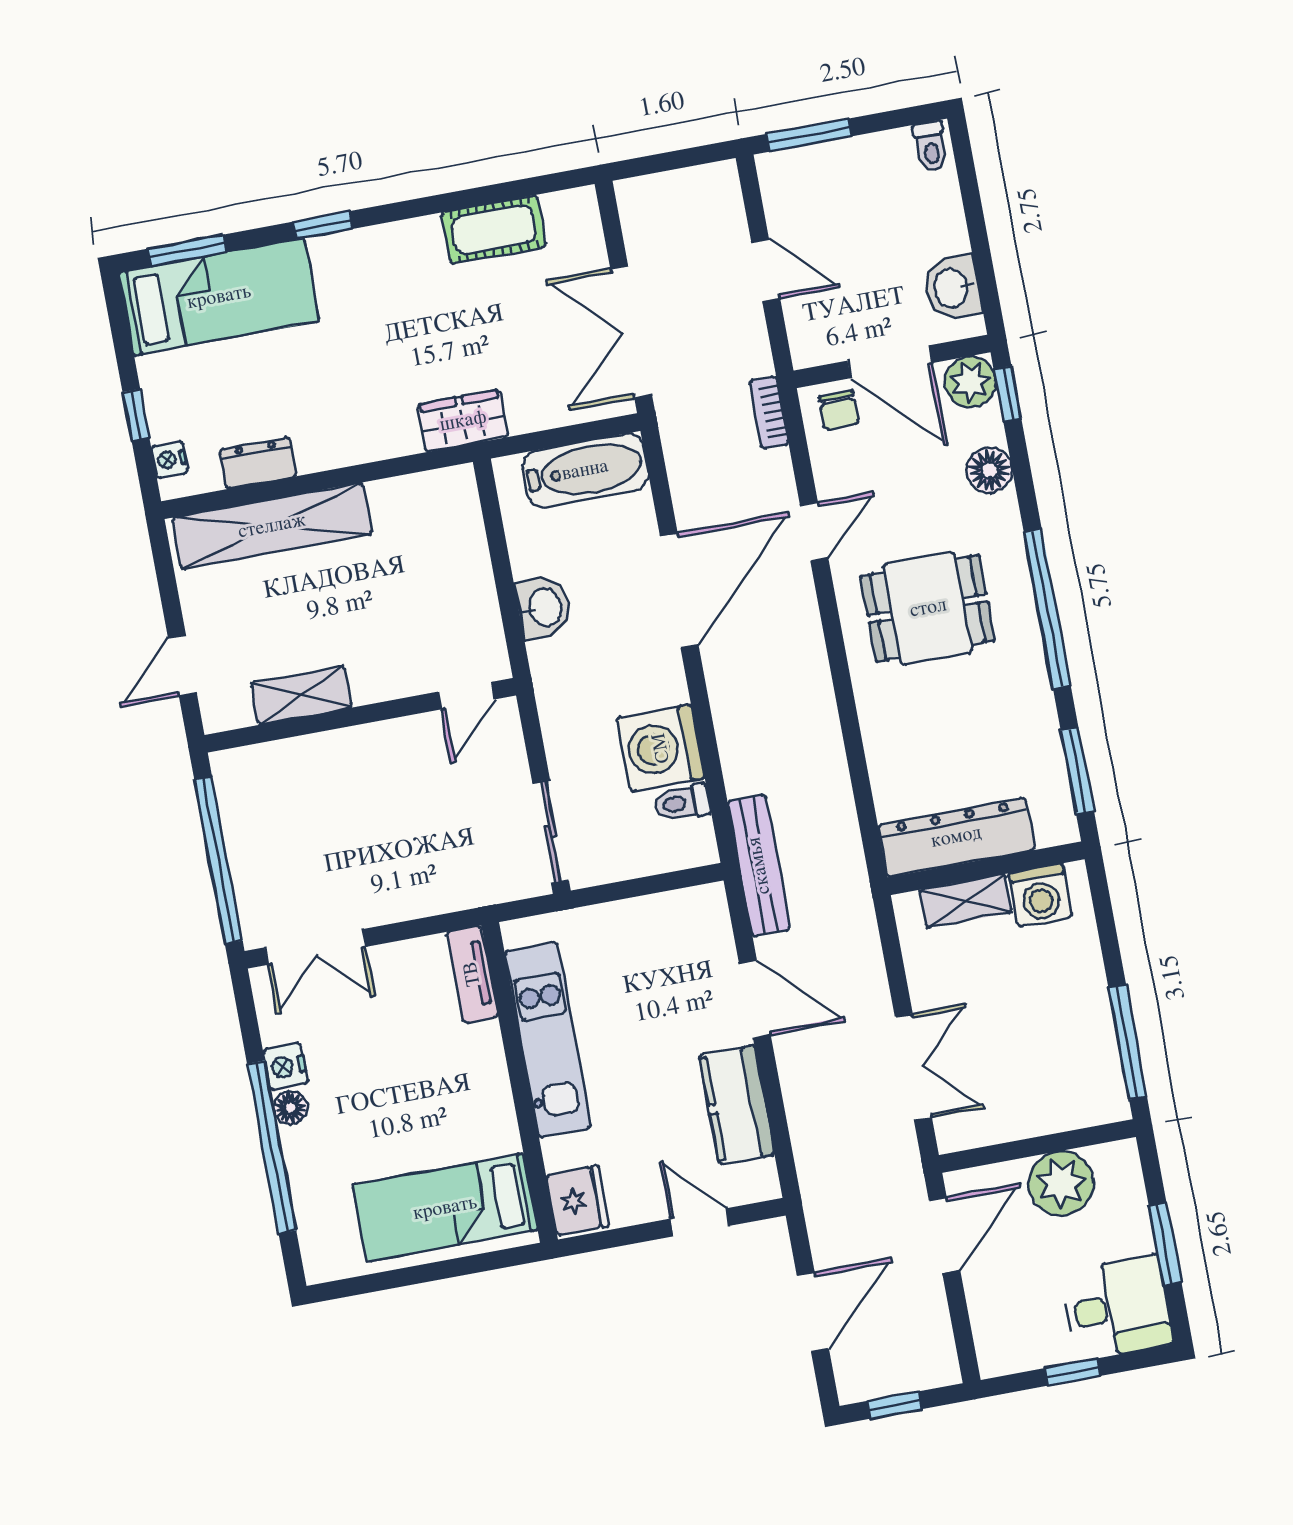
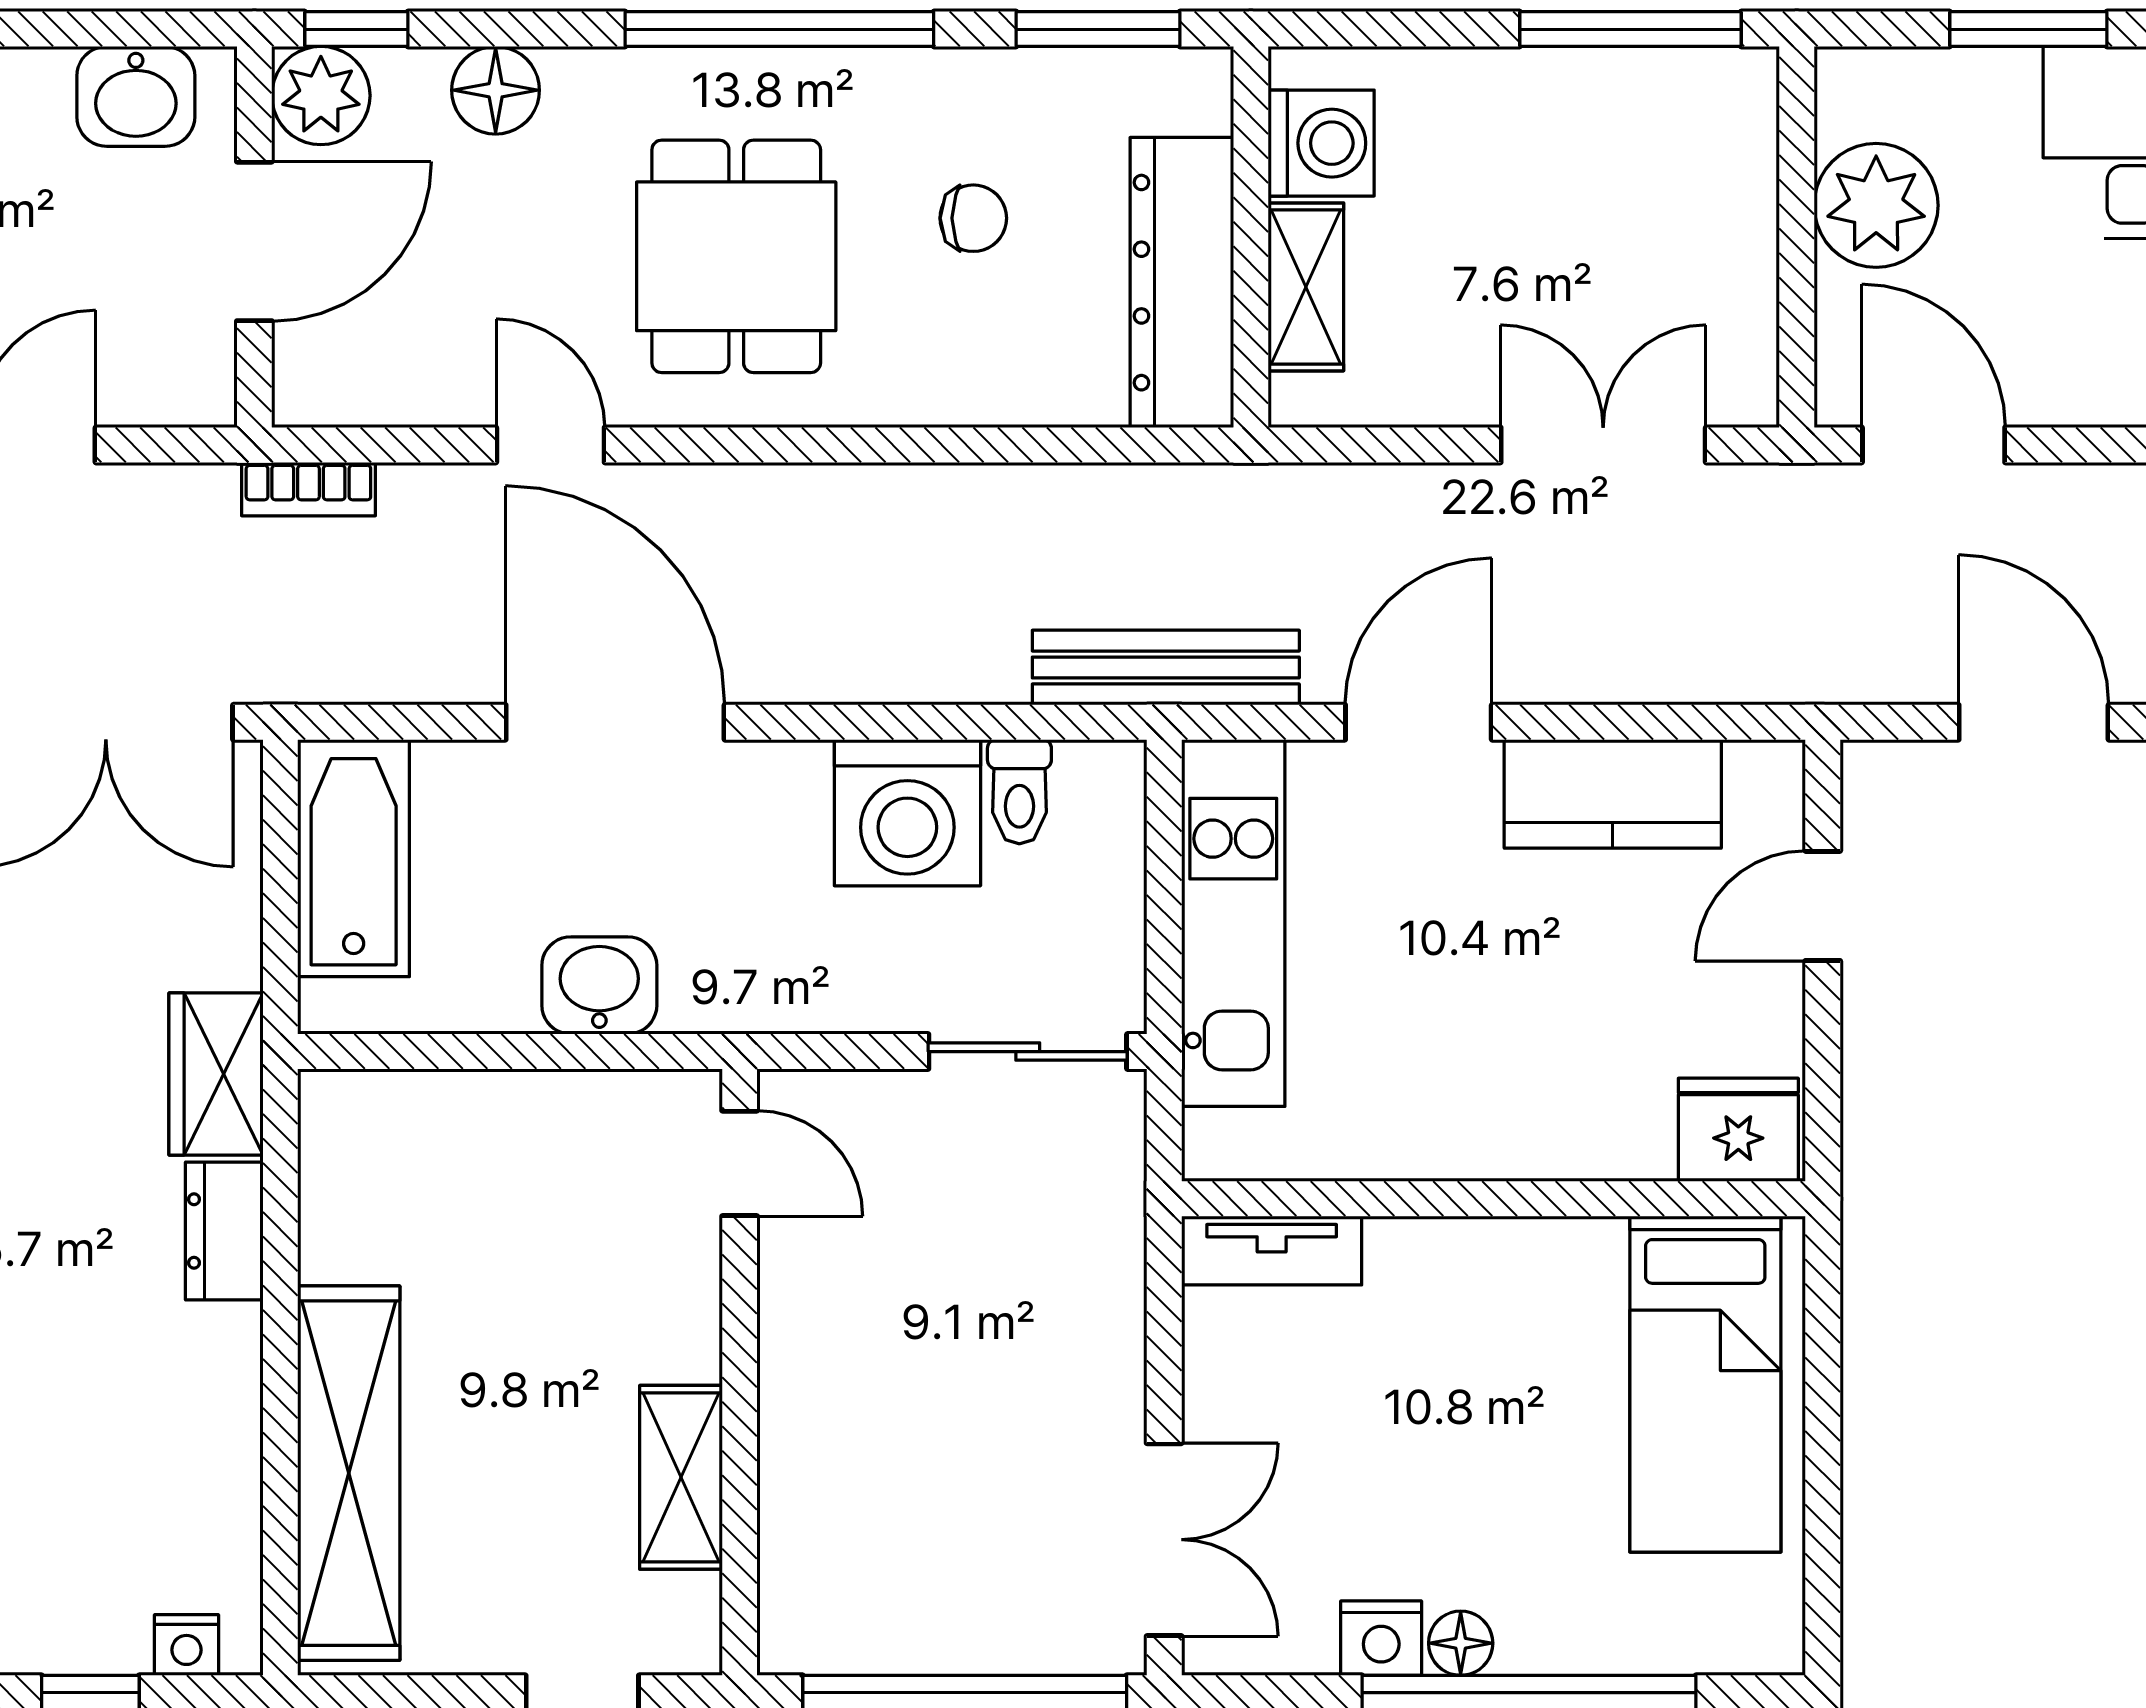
chair: (839, 410) -> (973, 218), moved
dresser: (258, 463) -> (224, 1231), moved
kitchen unit: (548, 1040) -> (1233, 923), moved, turned 90

